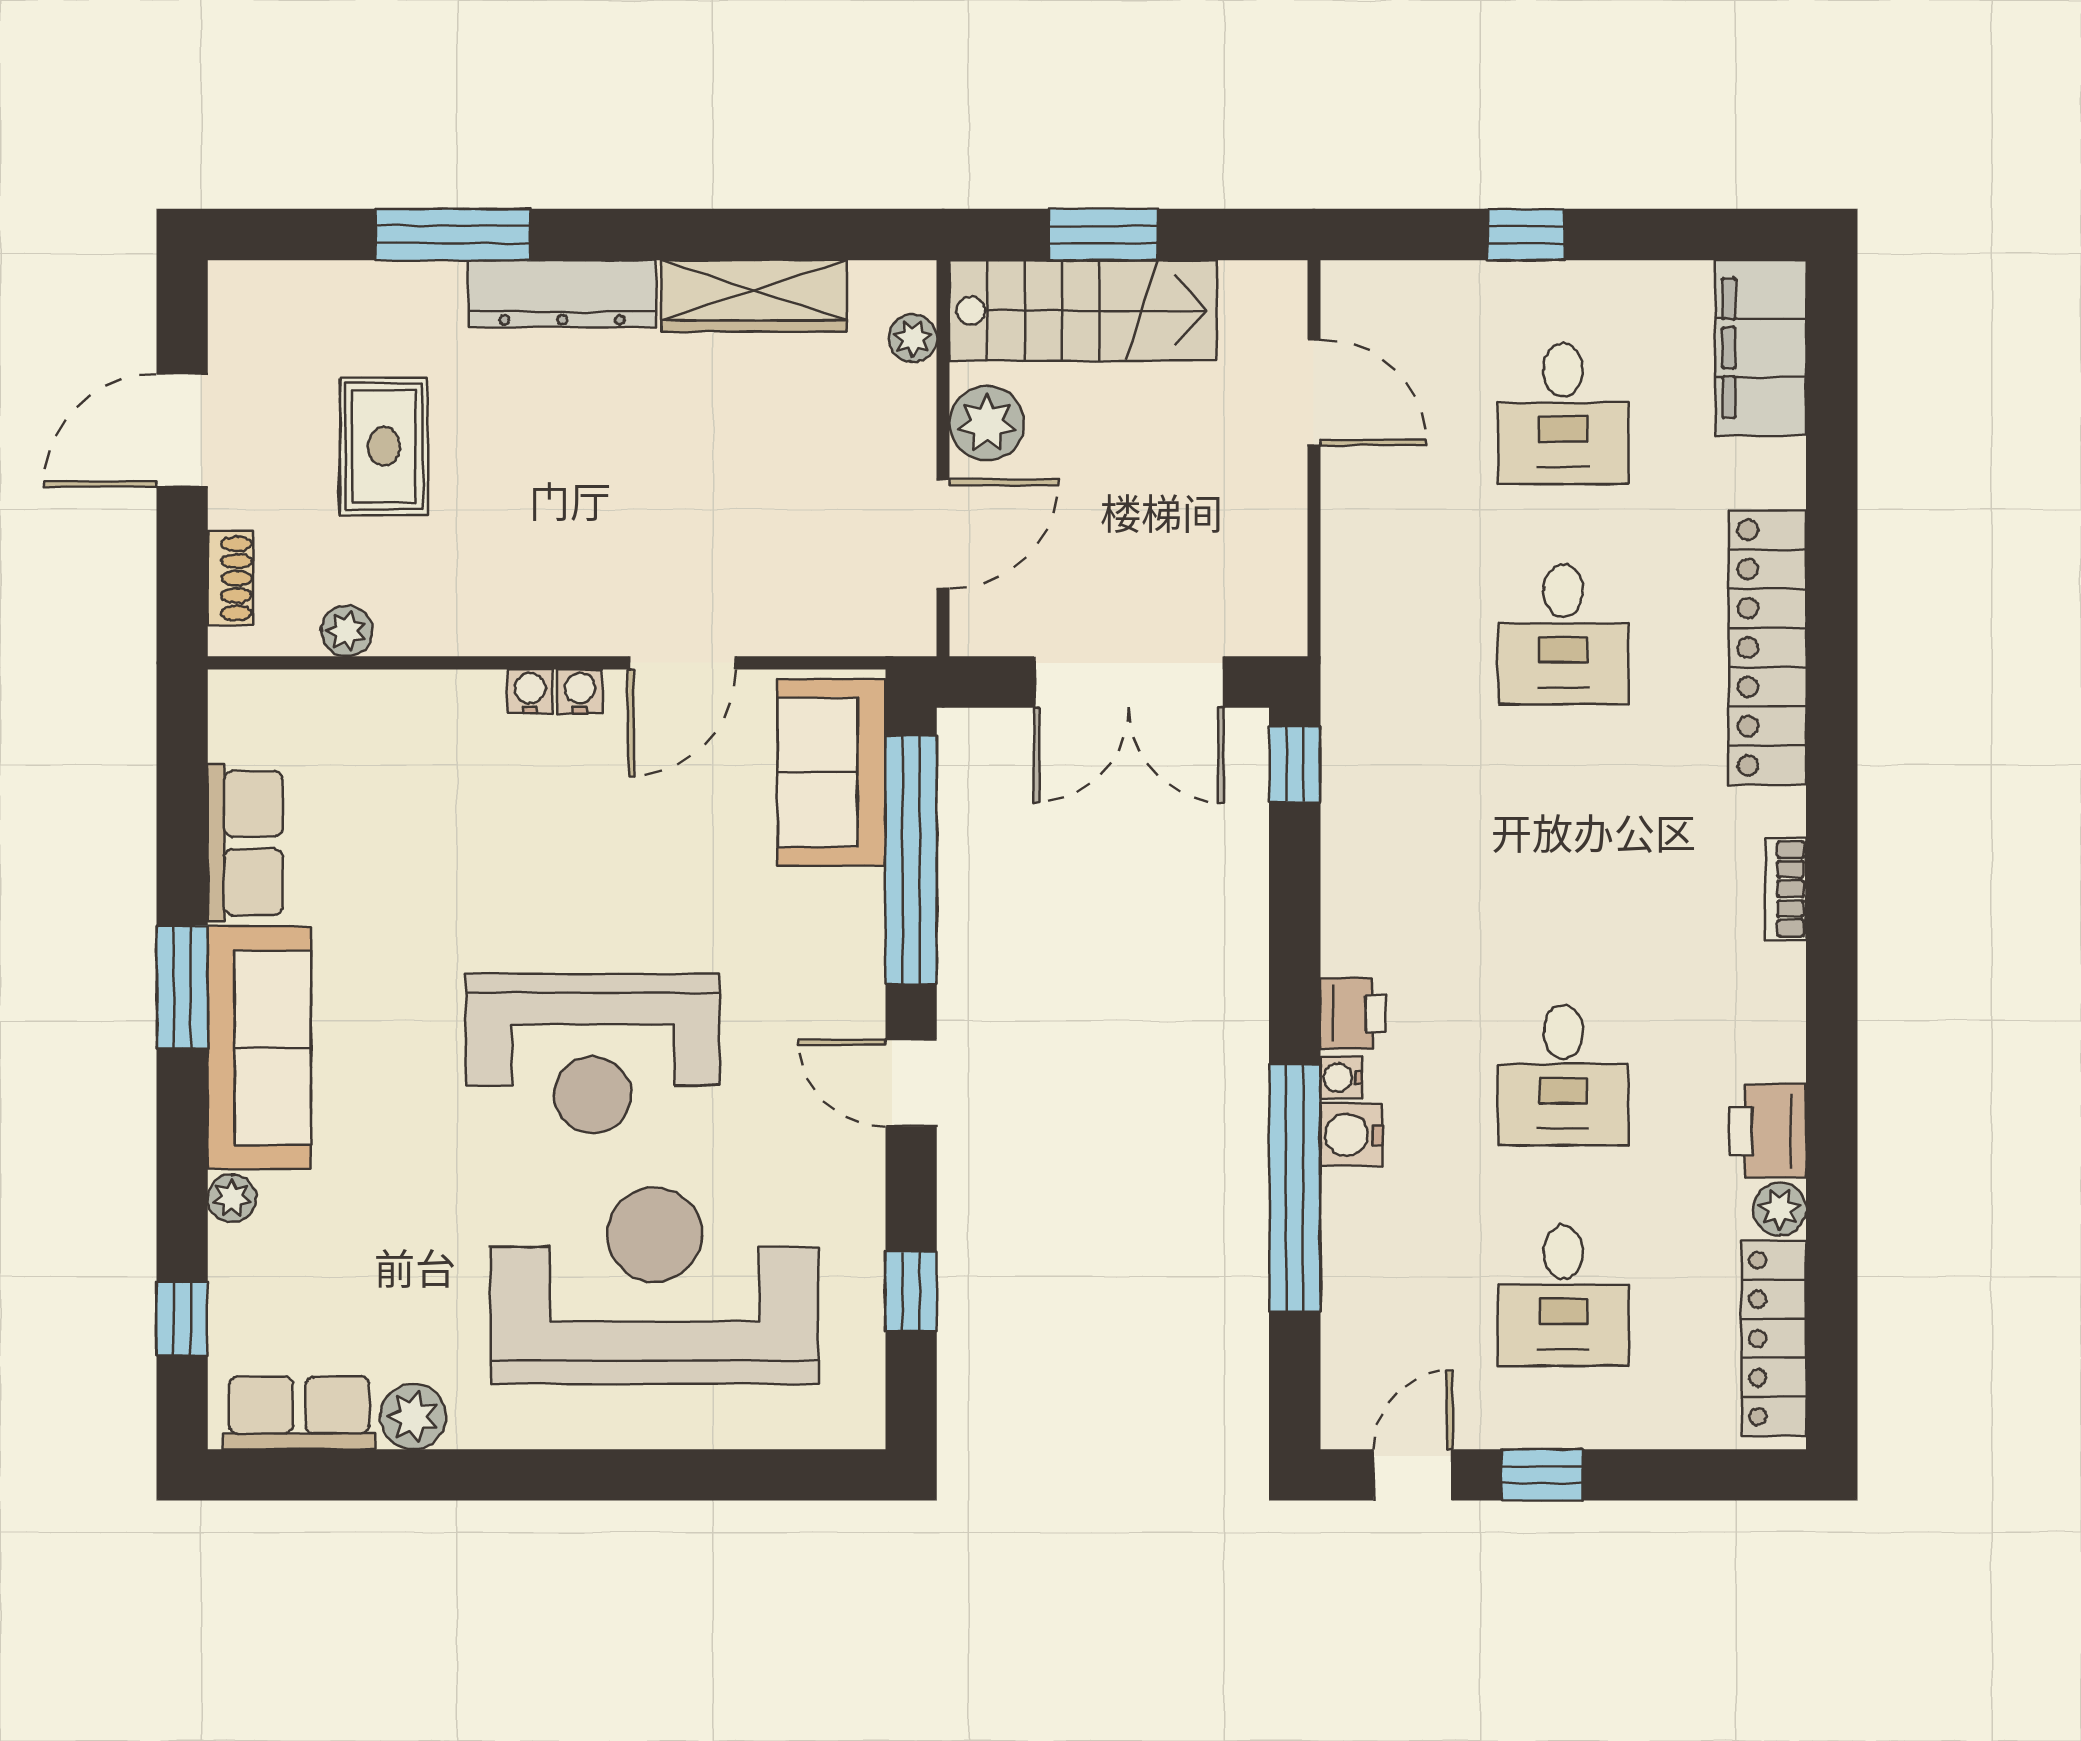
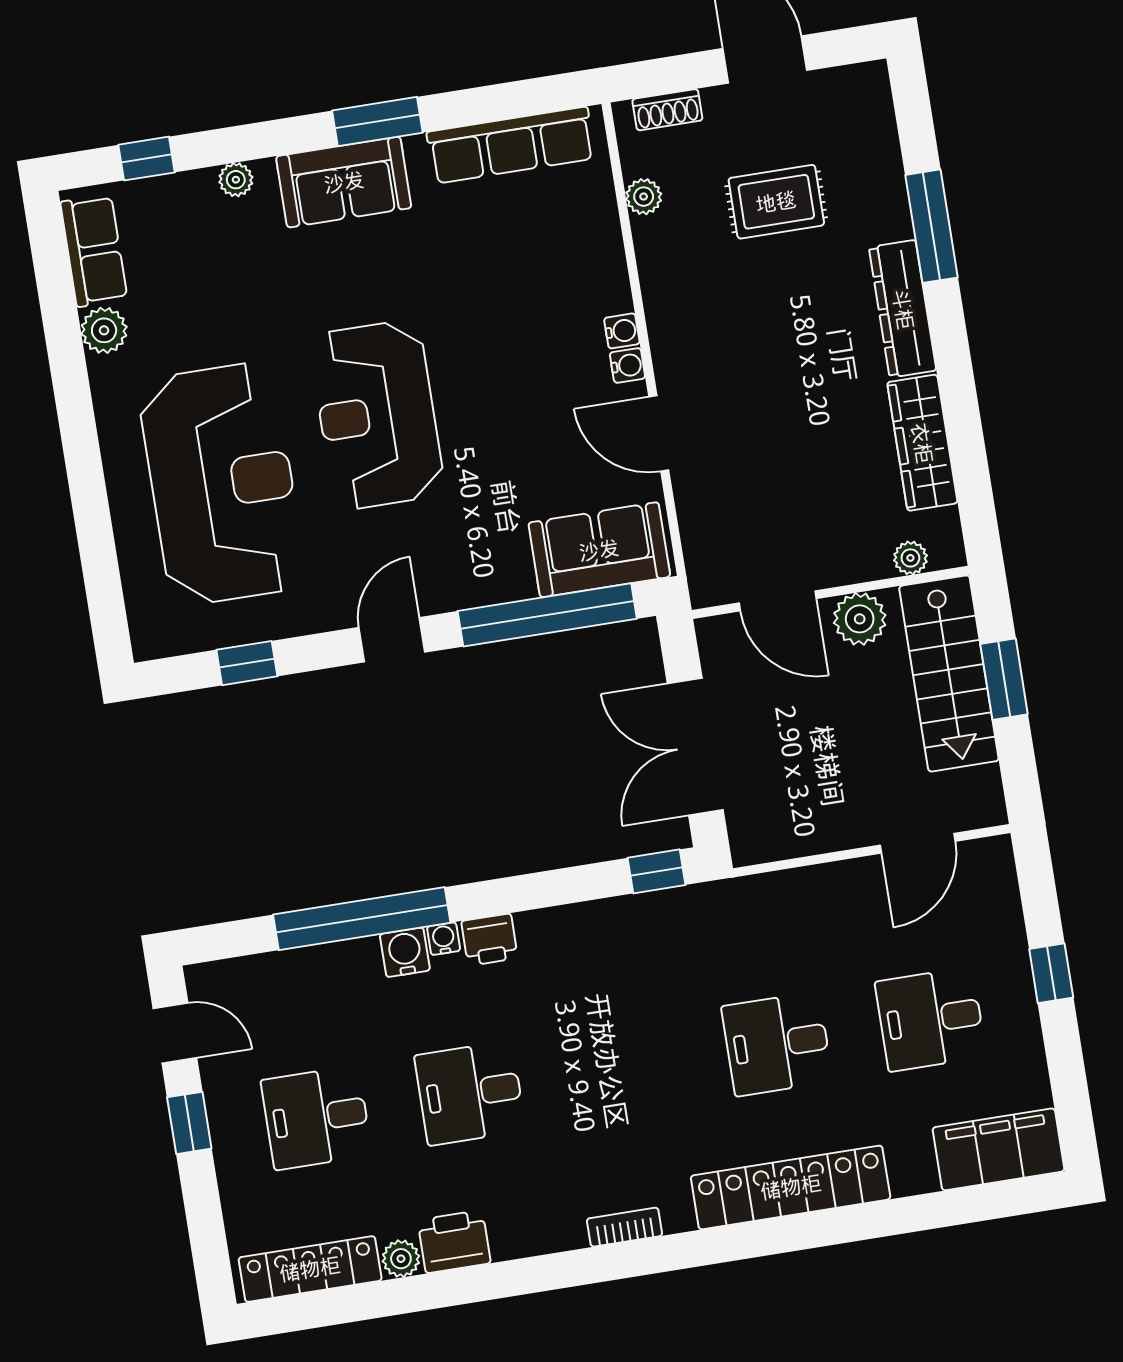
row of seats: (245, 843) -> (511, 145), width x1.48
sofa: (259, 1048) -> (344, 182), width x0.73

